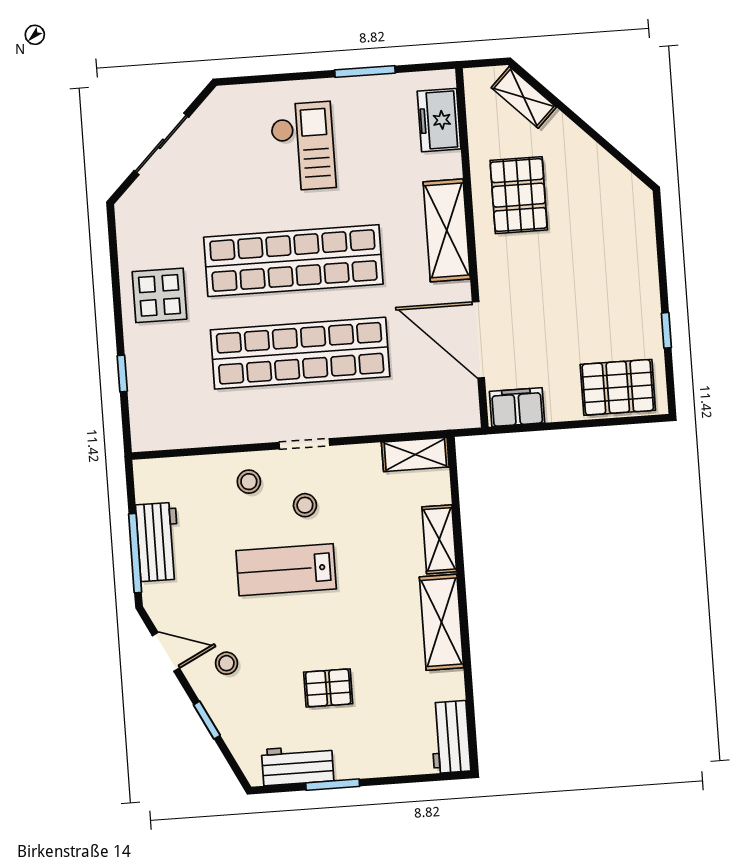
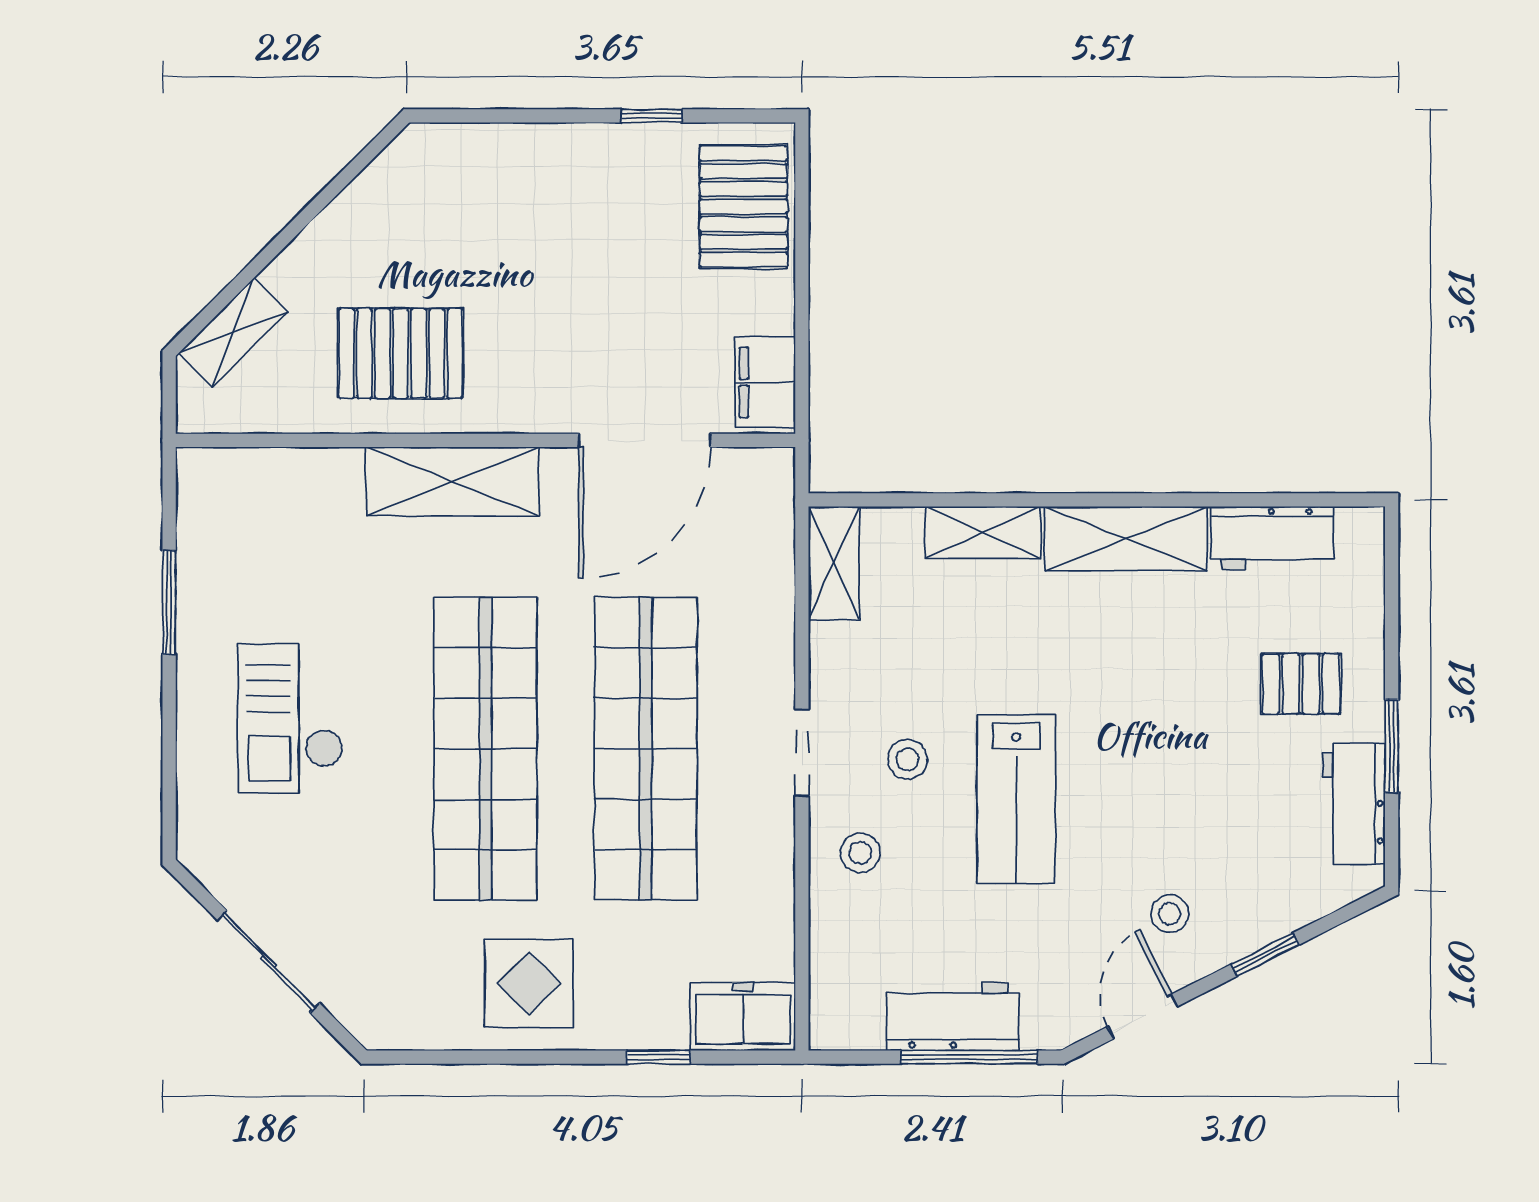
freezer: (439, 120) -> (743, 1017), moved, turned 180
checkout: (303, 146) -> (290, 718), turned -90
pallet: (328, 688) -> (1301, 684), moved, turned 90
workbench: (450, 737) -> (1272, 538), moved

